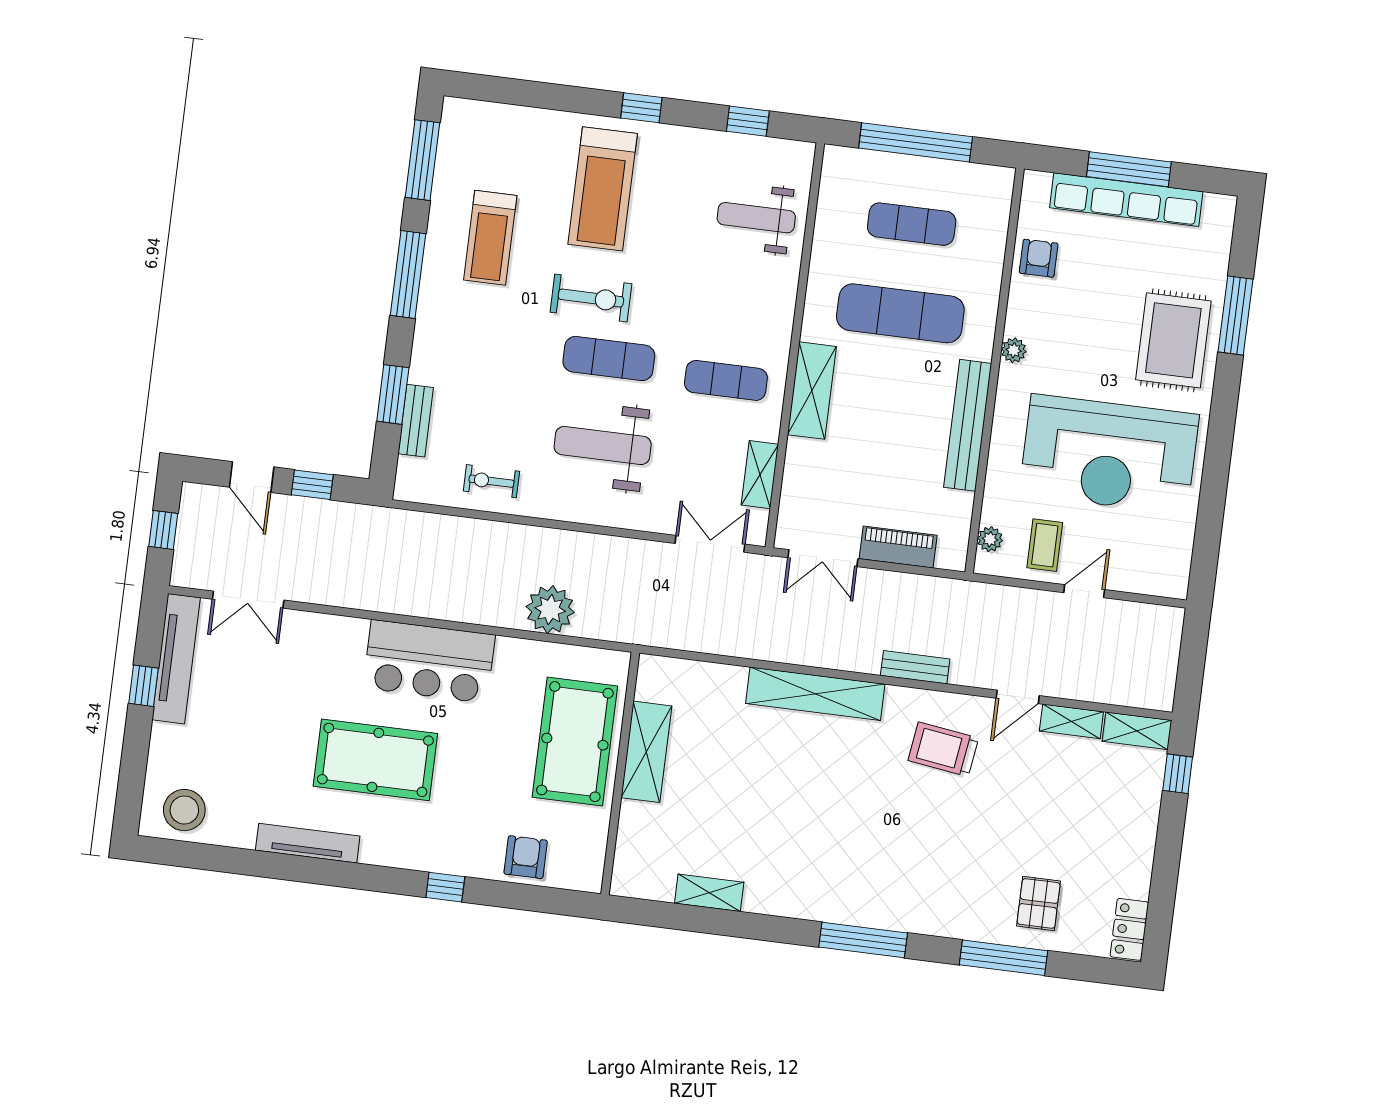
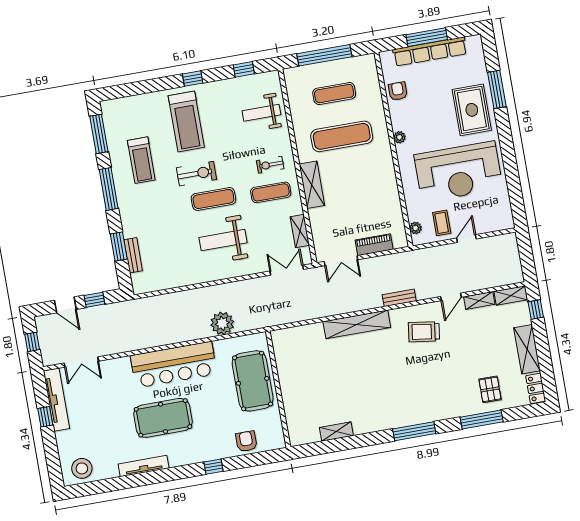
bench: (968, 425) -> (389, 179), removed
exercise bike: (491, 481) -> (270, 165), moved
bar counter: (429, 661) -> (174, 365), width x1.36
shelving: (646, 752) -> (527, 349), moved

